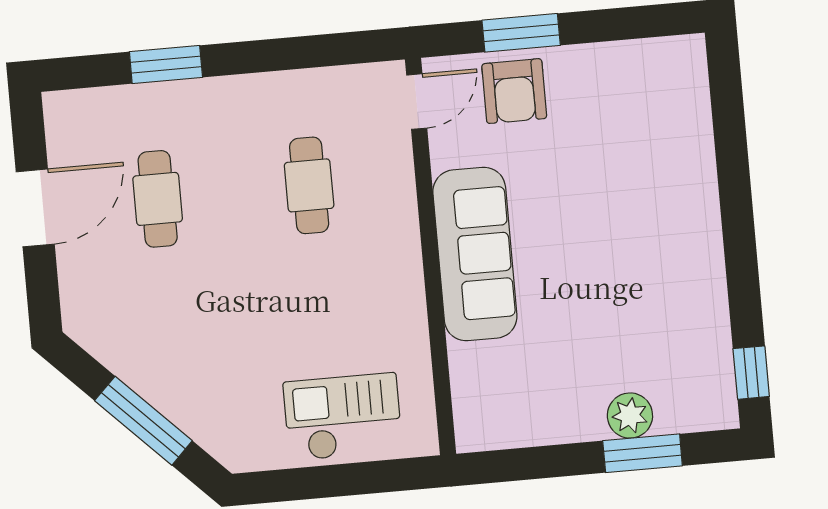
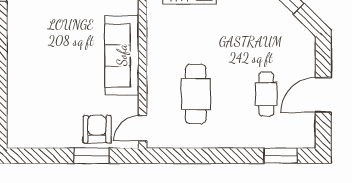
window: (166, 65) -> (281, 156), moved
cafe table: (309, 185) -> (196, 94), width x1.37, depth x1.35

